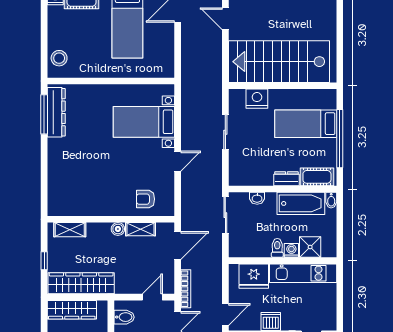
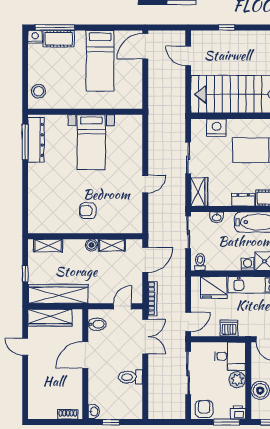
bed with nightstands: (144, 122) -> (91, 142), moved, turned -90
wardrobe: (238, 170) -> (199, 192), added
armchair: (145, 199) -> (88, 211), moved
toilet: (277, 248) -> (200, 262), moved

